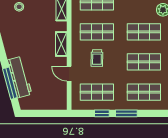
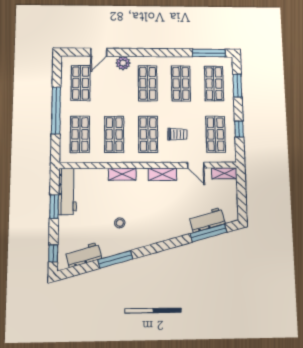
door: (69, 74) -> (196, 165), hinge flipped
workbench: (20, 77) -> (207, 220), width x0.73
shelving: (62, 99) -> (224, 173), added
window: (126, 113) -> (237, 86), moved

